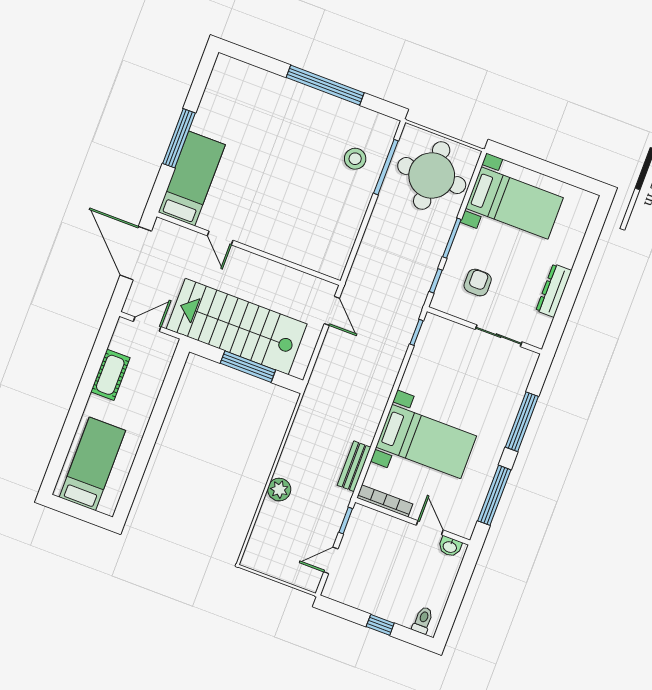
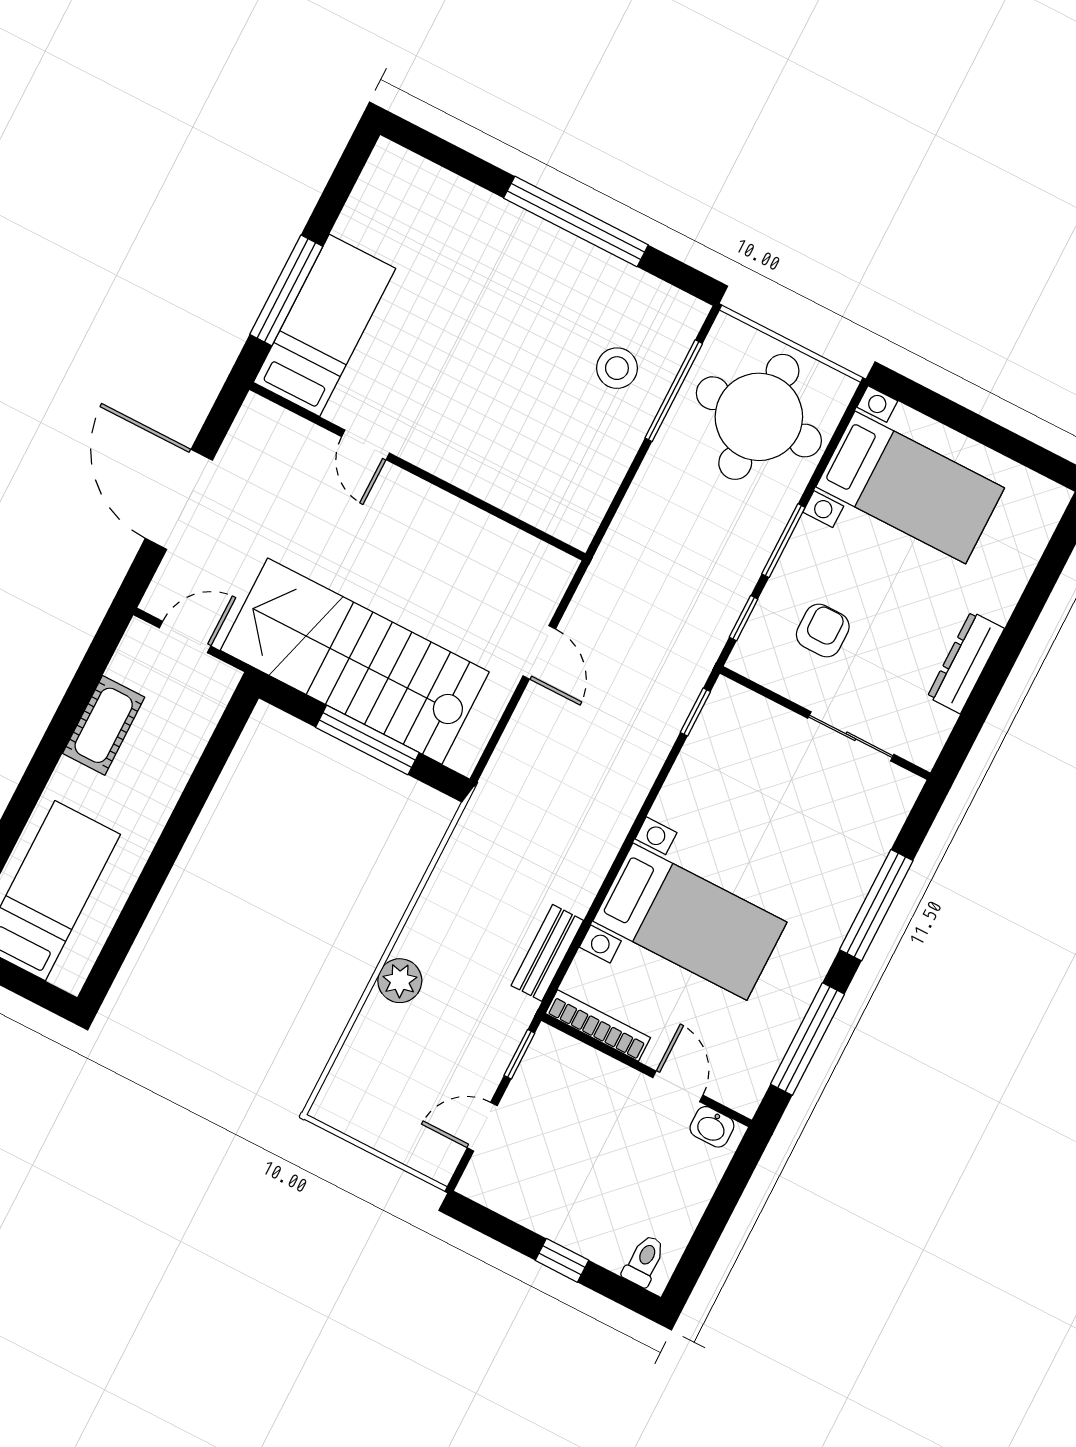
bed: (192, 178) -> (324, 325), moved
door: (220, 238) -> (365, 445), moved
wall: (249, 249) -> (417, 472), moved

